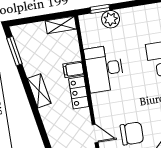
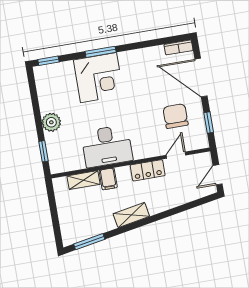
plant: (111, 19) -> (51, 122), moved
shelving: (61, 25) -> (83, 180), moved, turned 90
locker: (79, 93) -> (148, 170), moved

